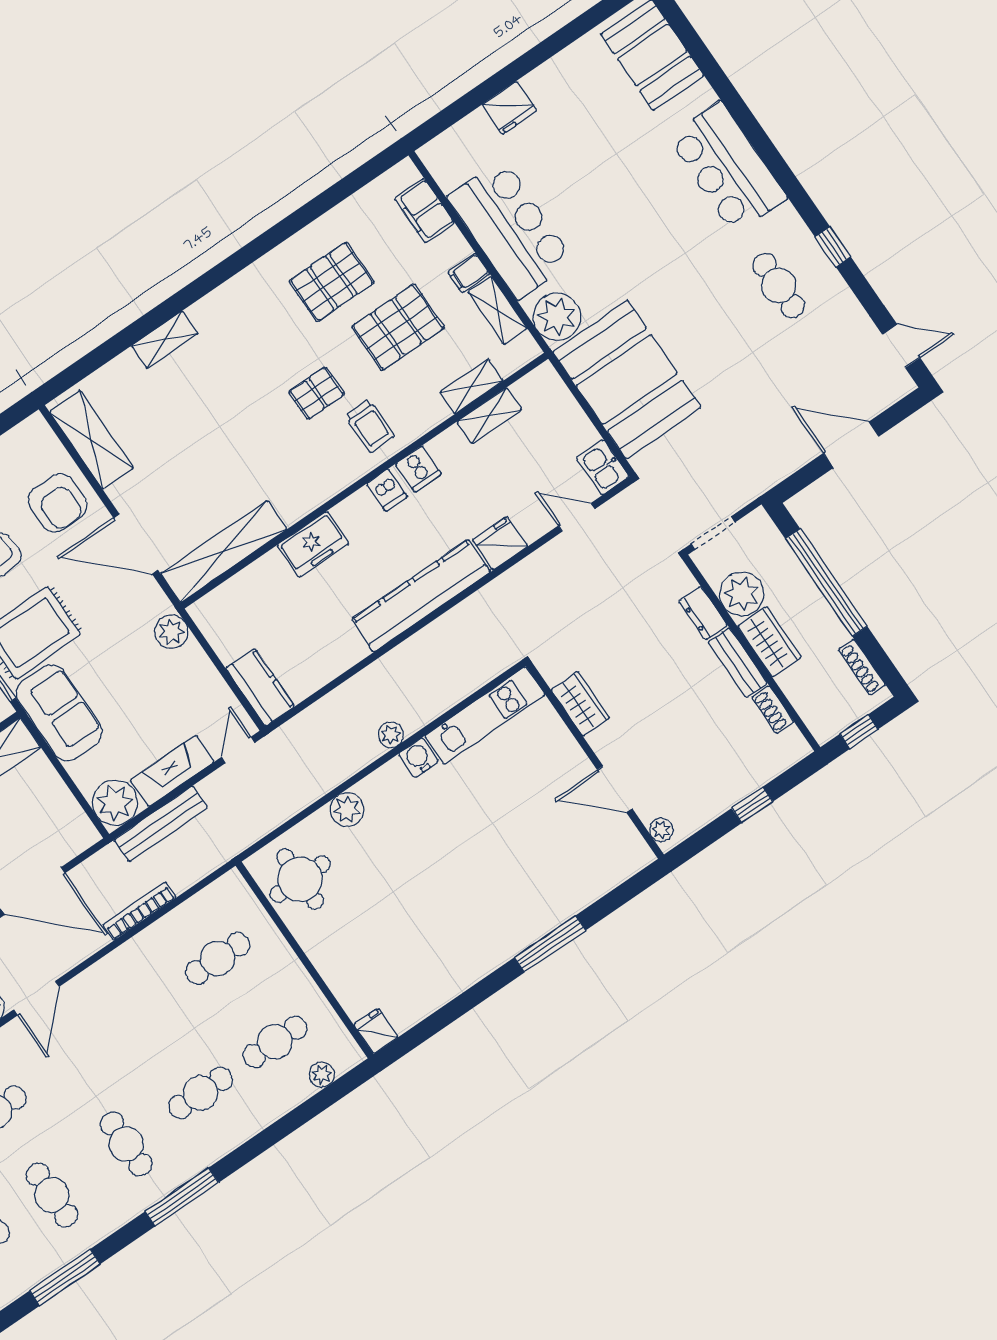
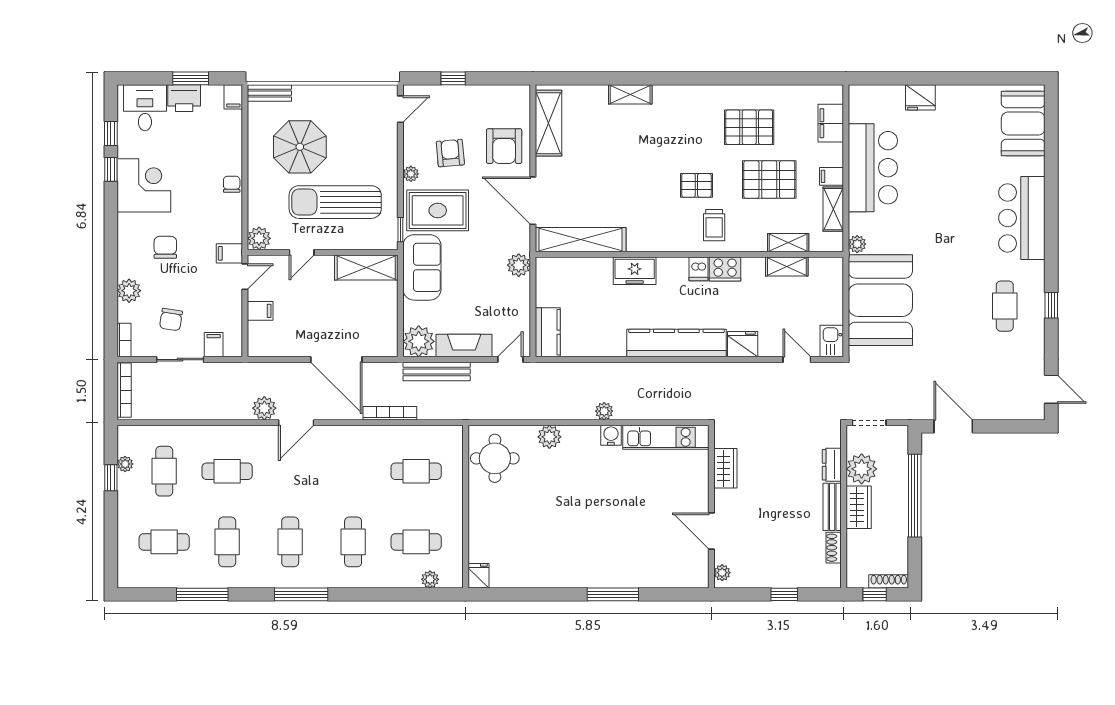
plant: (557, 317) -> (857, 244), width x0.53, depth x0.53
door: (851, 445) -> (953, 426), moved
cooker: (418, 469) -> (725, 269), width x1.36
shoe rack: (862, 667) -> (889, 581), moved, turned 90
cafe table: (201, 1093) -> (353, 542), turned 90

